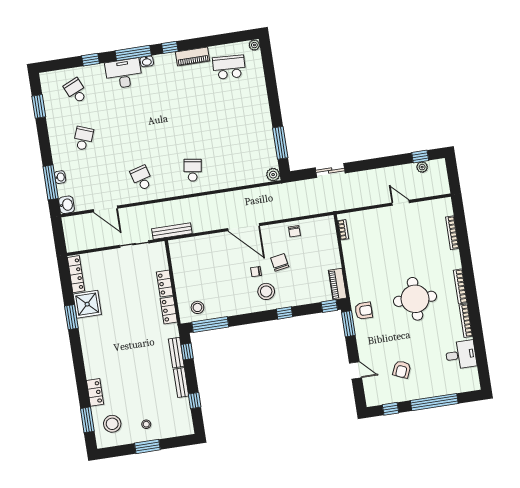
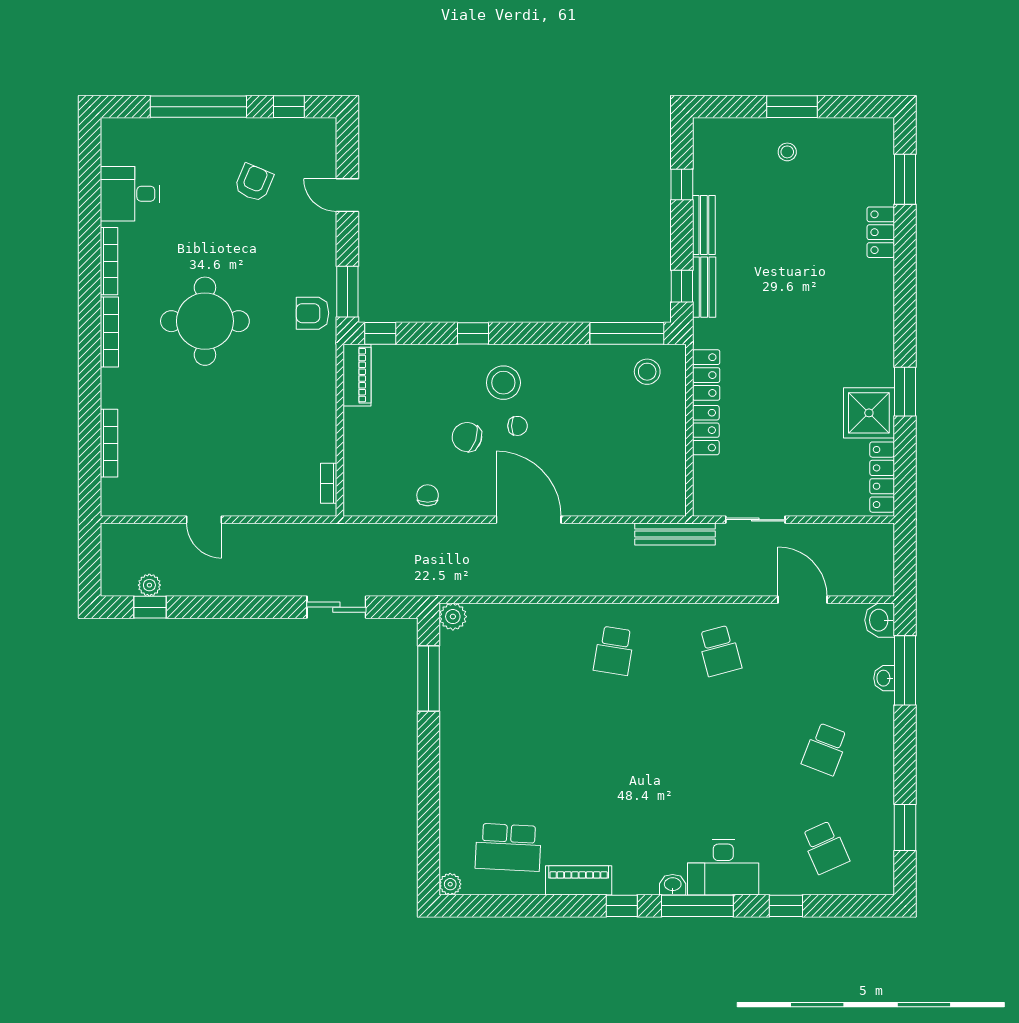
chair: (280, 262) -> (467, 437), turned 119
stool: (112, 424) -> (856, 163), removed

